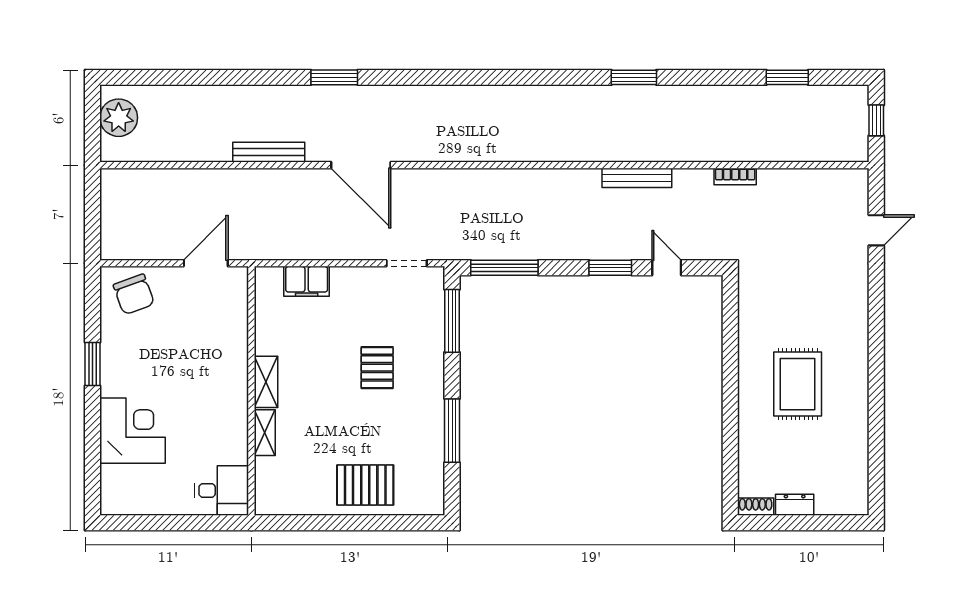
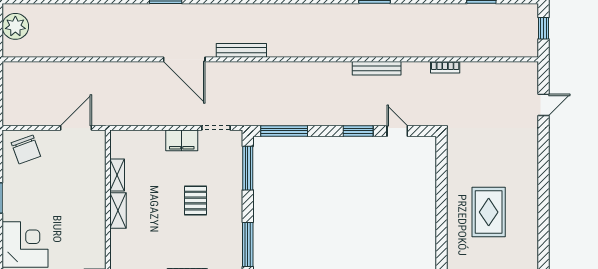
bench: (269, 152) -> (241, 50), moved
filing cabinet: (307, 281) -> (182, 140), moved
shelving: (265, 433) -> (117, 175), moved

